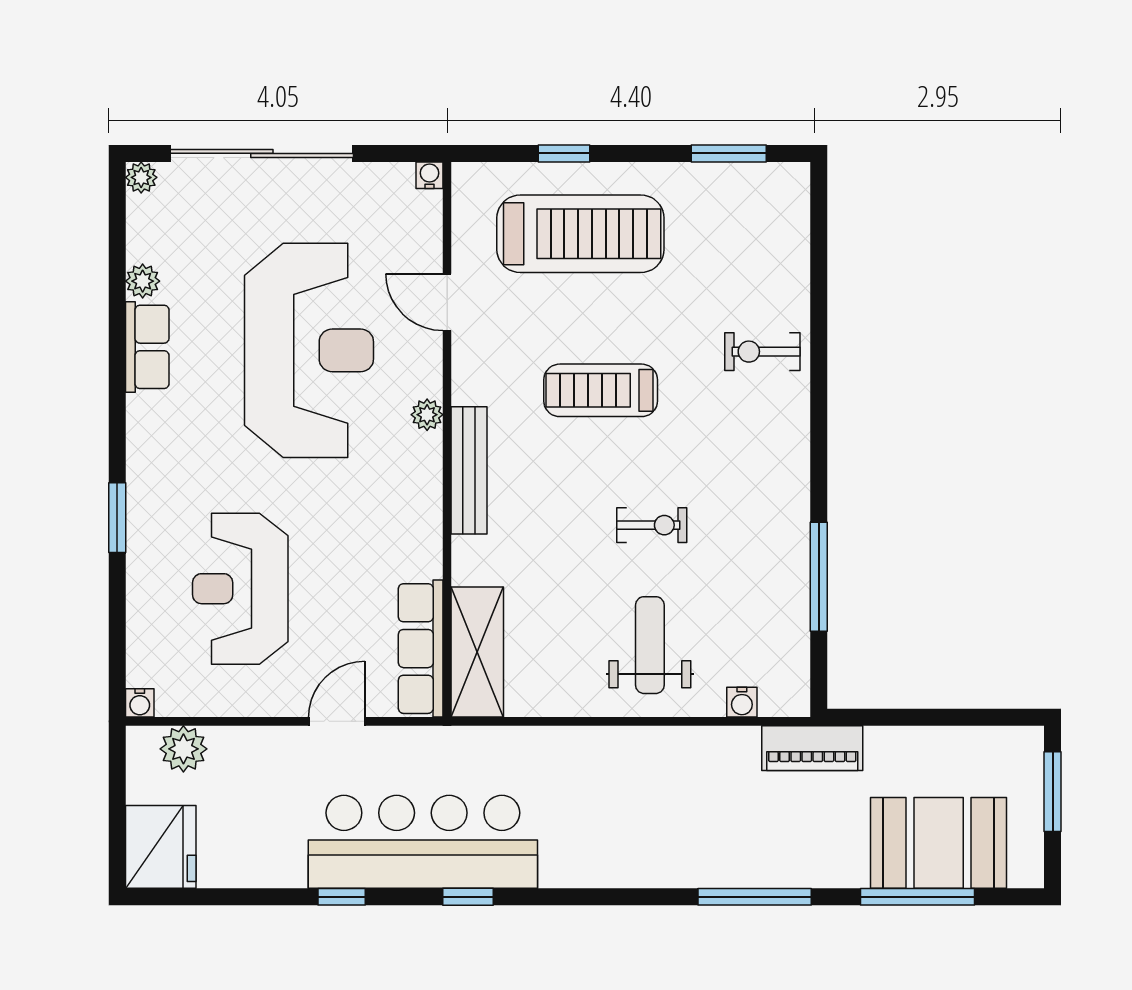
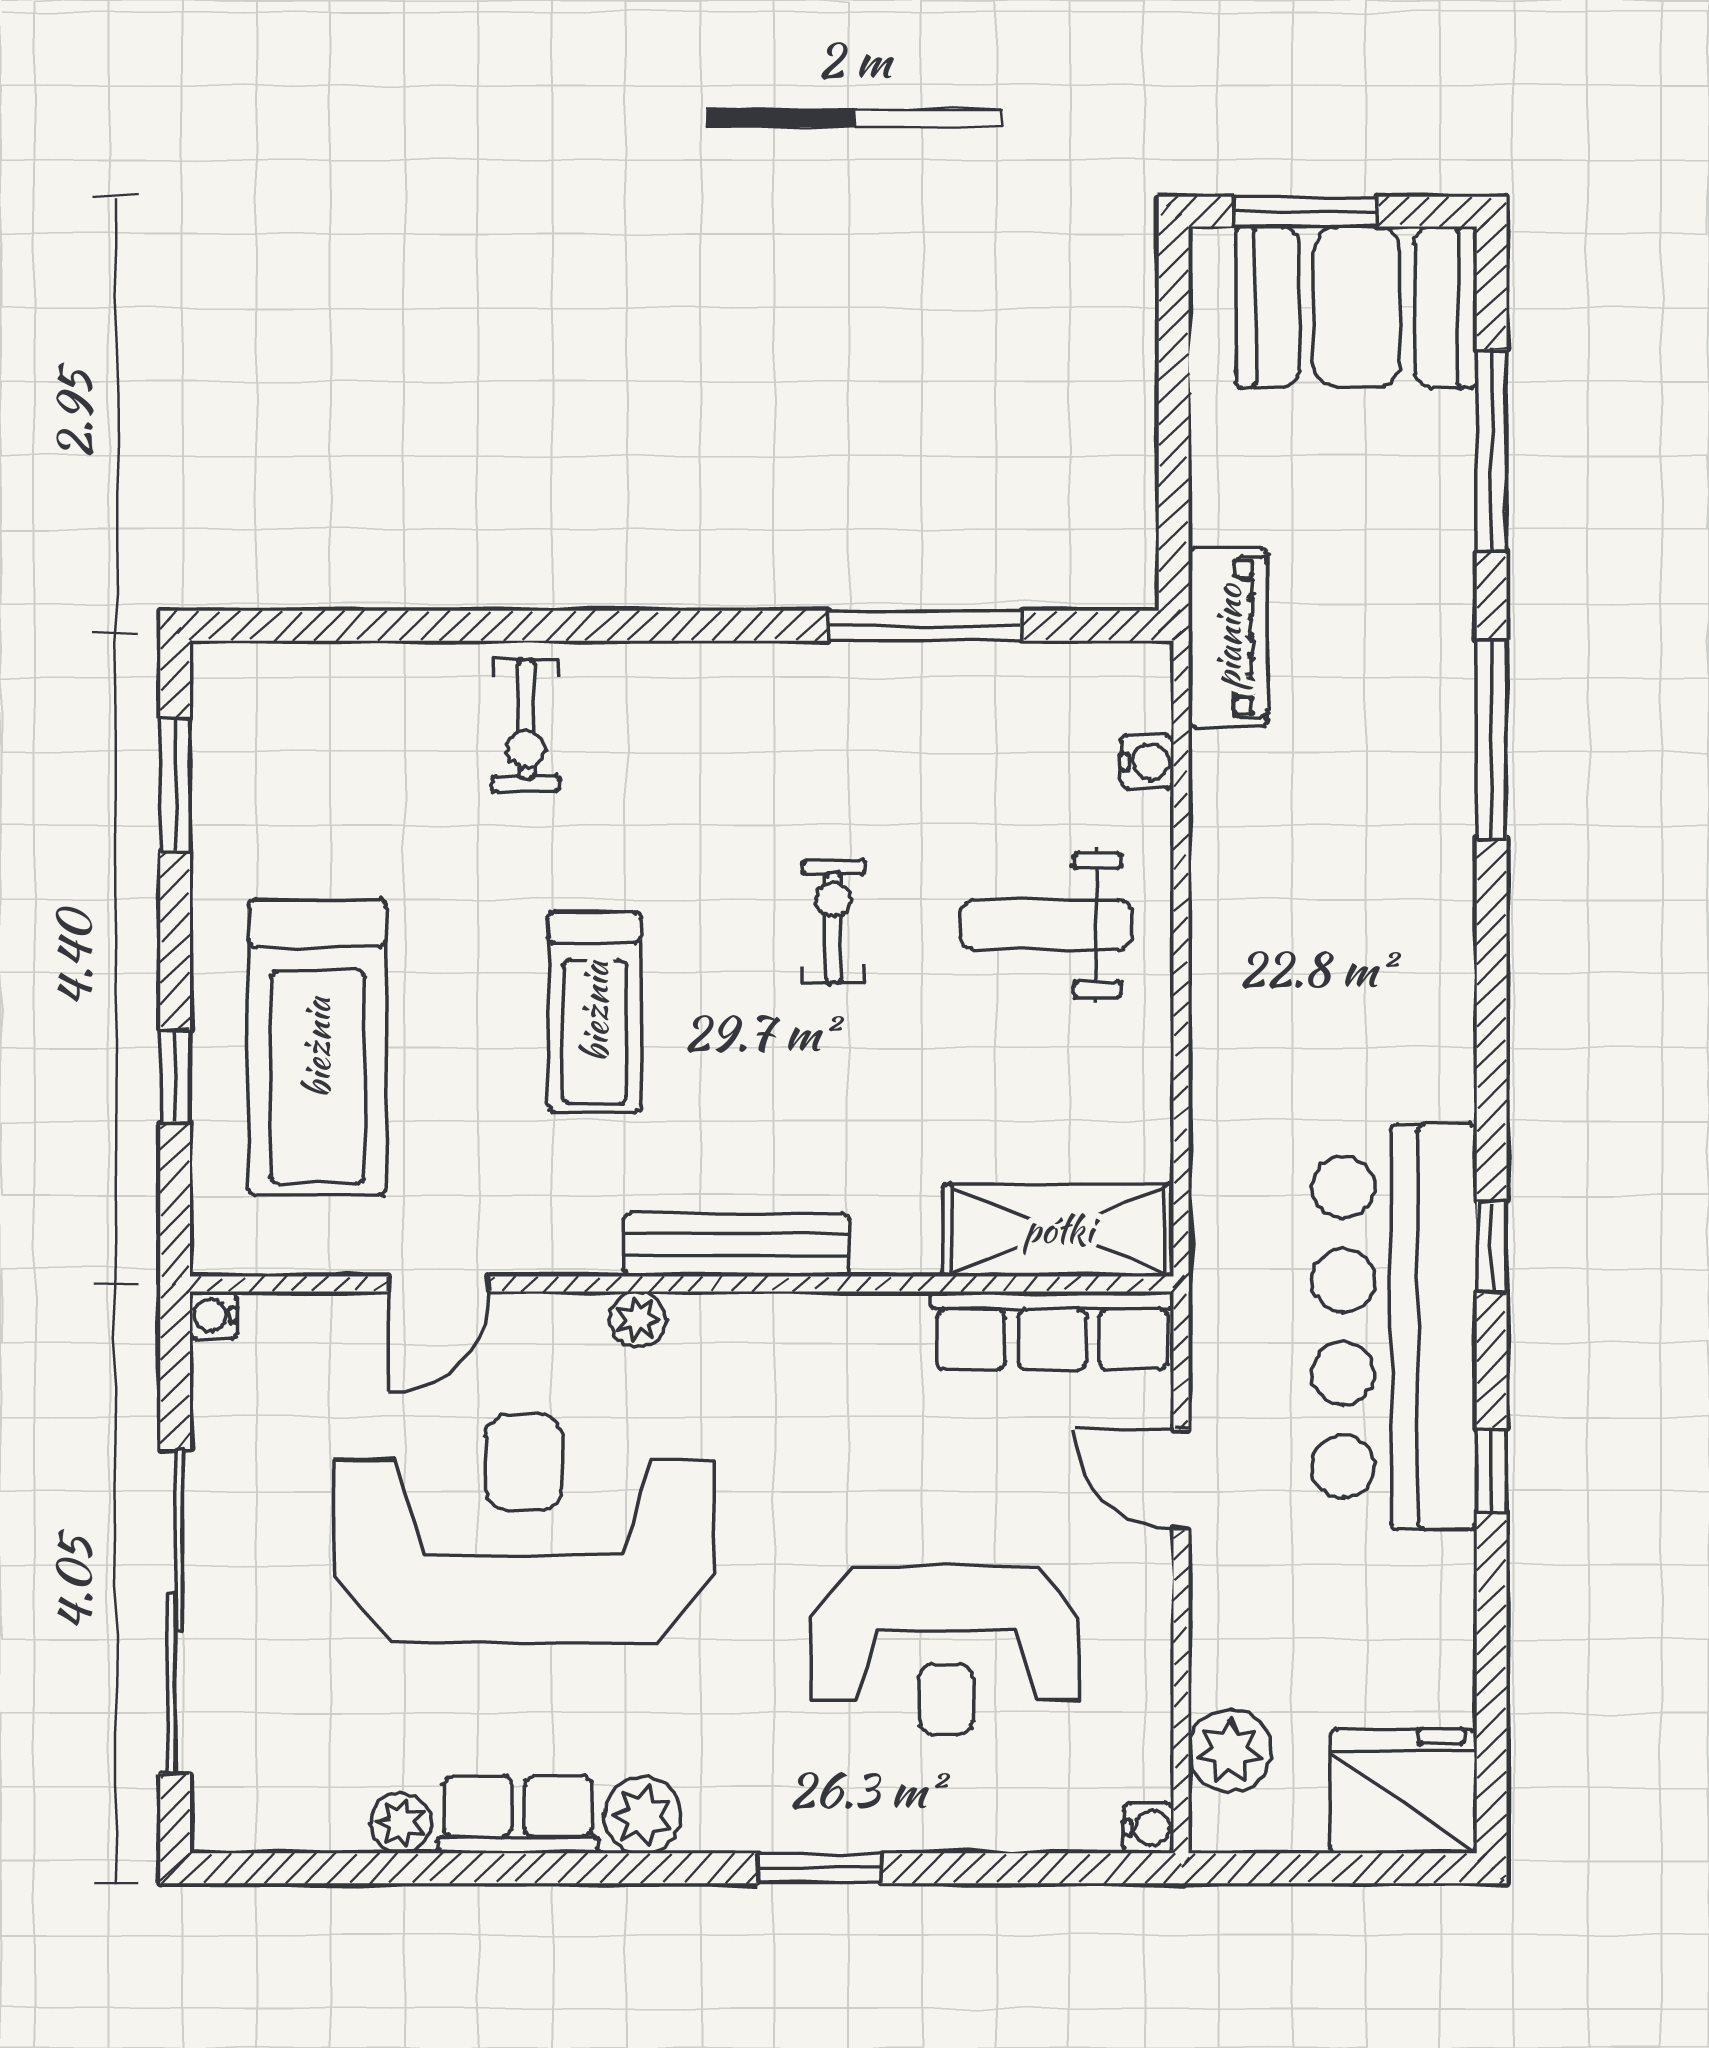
plant: (141, 177) -> (642, 1815), moved, width x1.38, depth x1.38
treadmill: (580, 234) -> (317, 1048), turned 180
booth: (939, 843) -> (1356, 307), moved, turned 90

